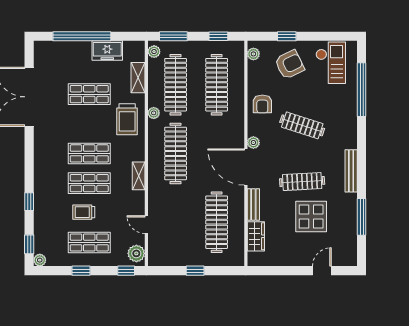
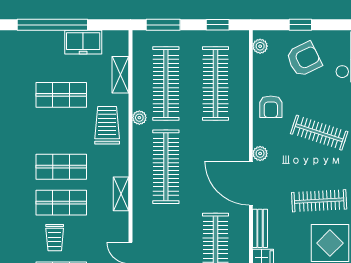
plant: (154, 52) -> (140, 43), removed
trolley: (127, 119) -> (107, 125), turned 180
trolley: (84, 212) -> (55, 238), turned -90

